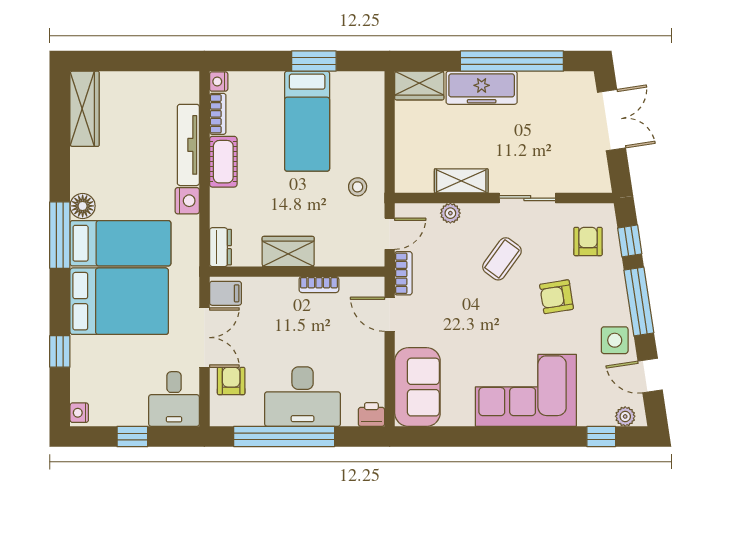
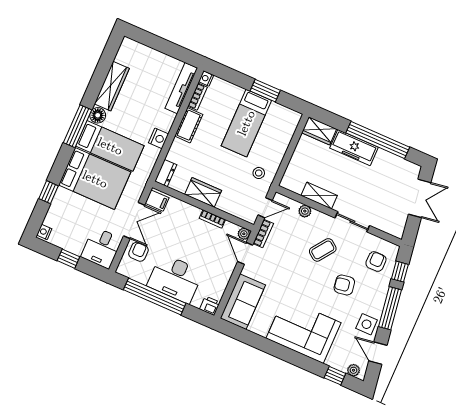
wardrobe: (85, 109) -> (112, 86), moved
tv unit: (188, 145) -> (181, 88), moved
plant: (375, 286) -> (244, 234), added

